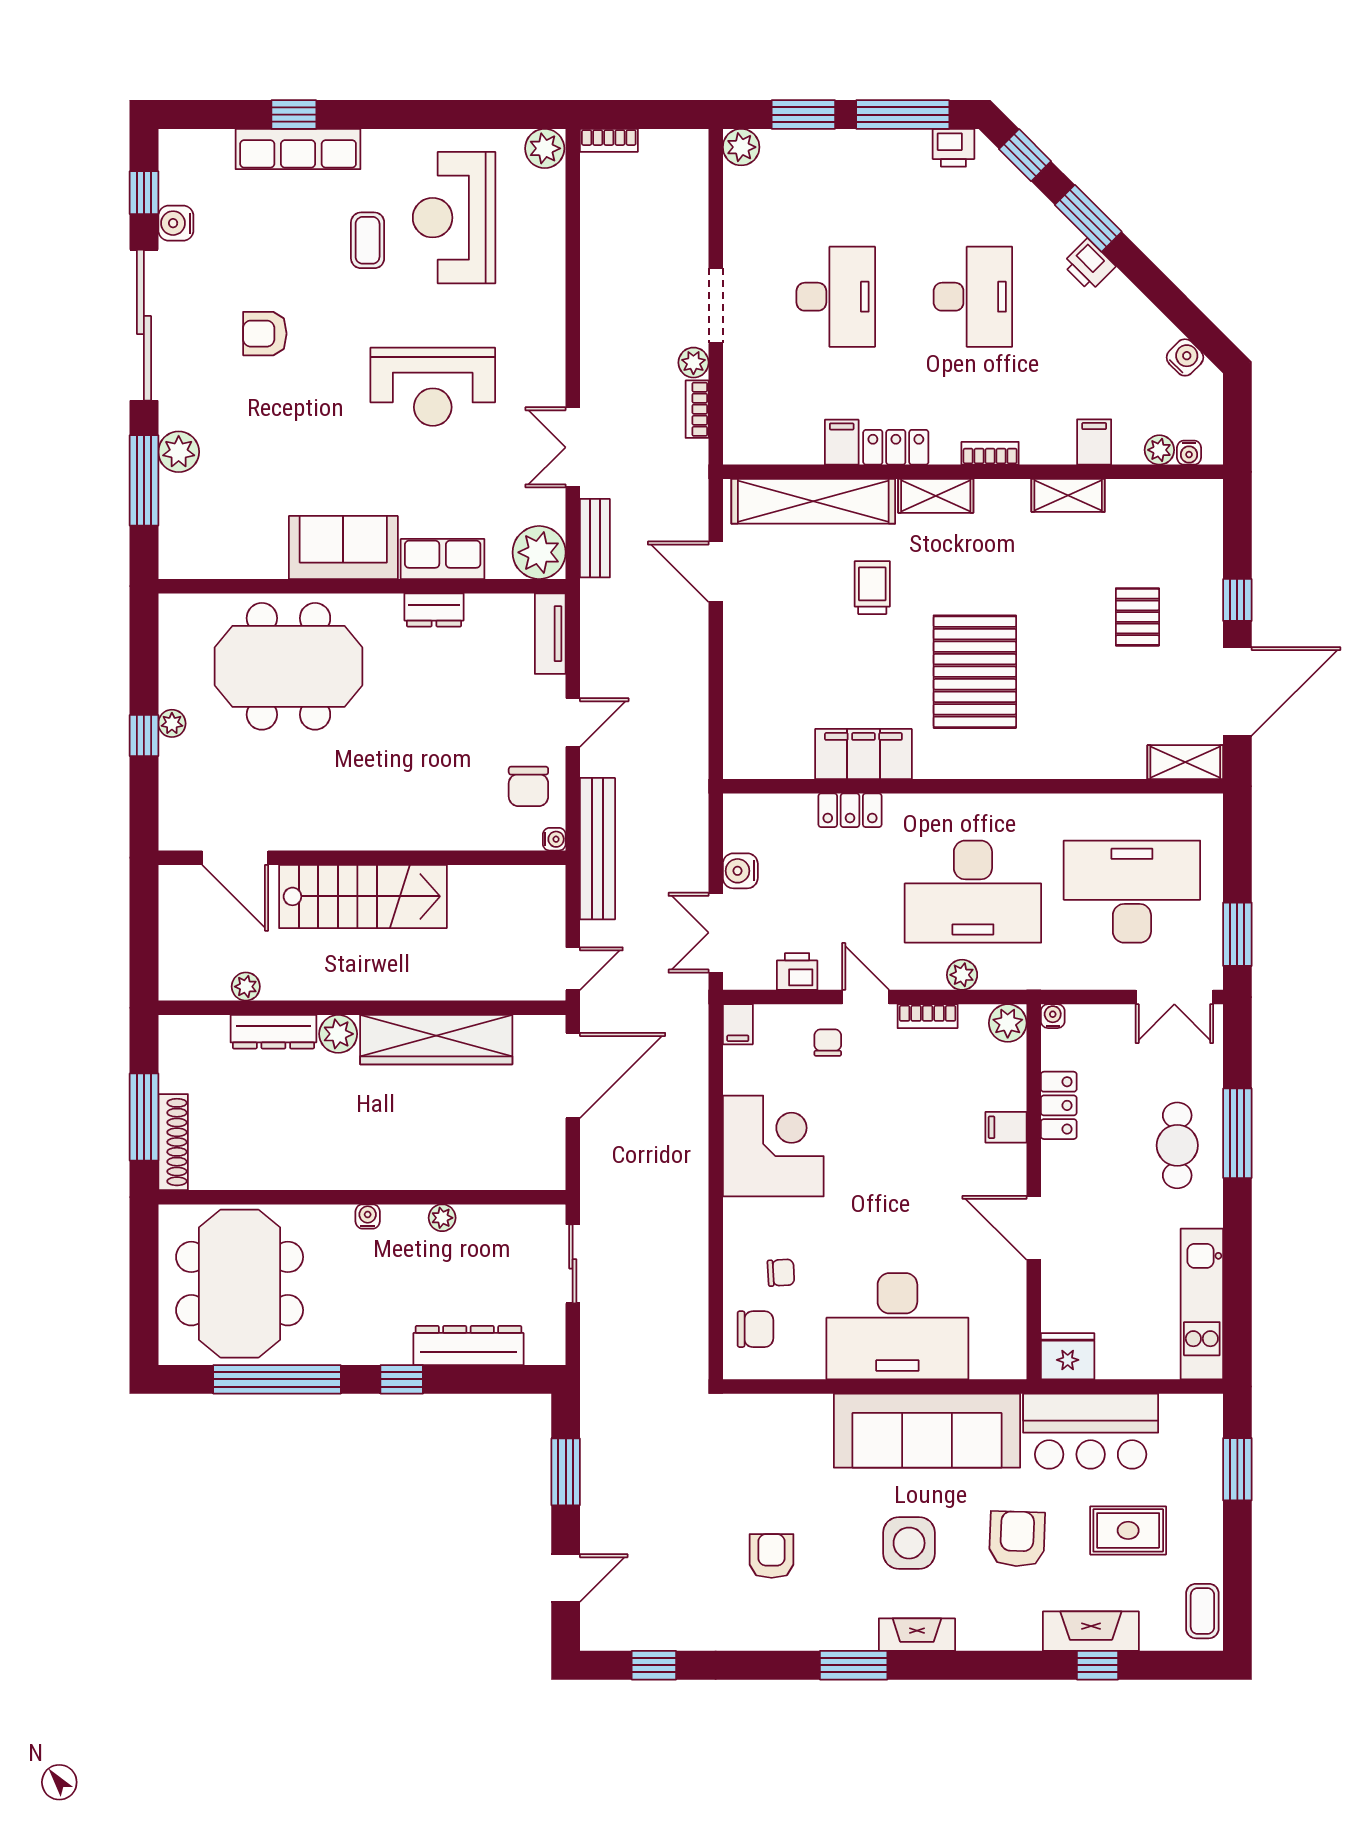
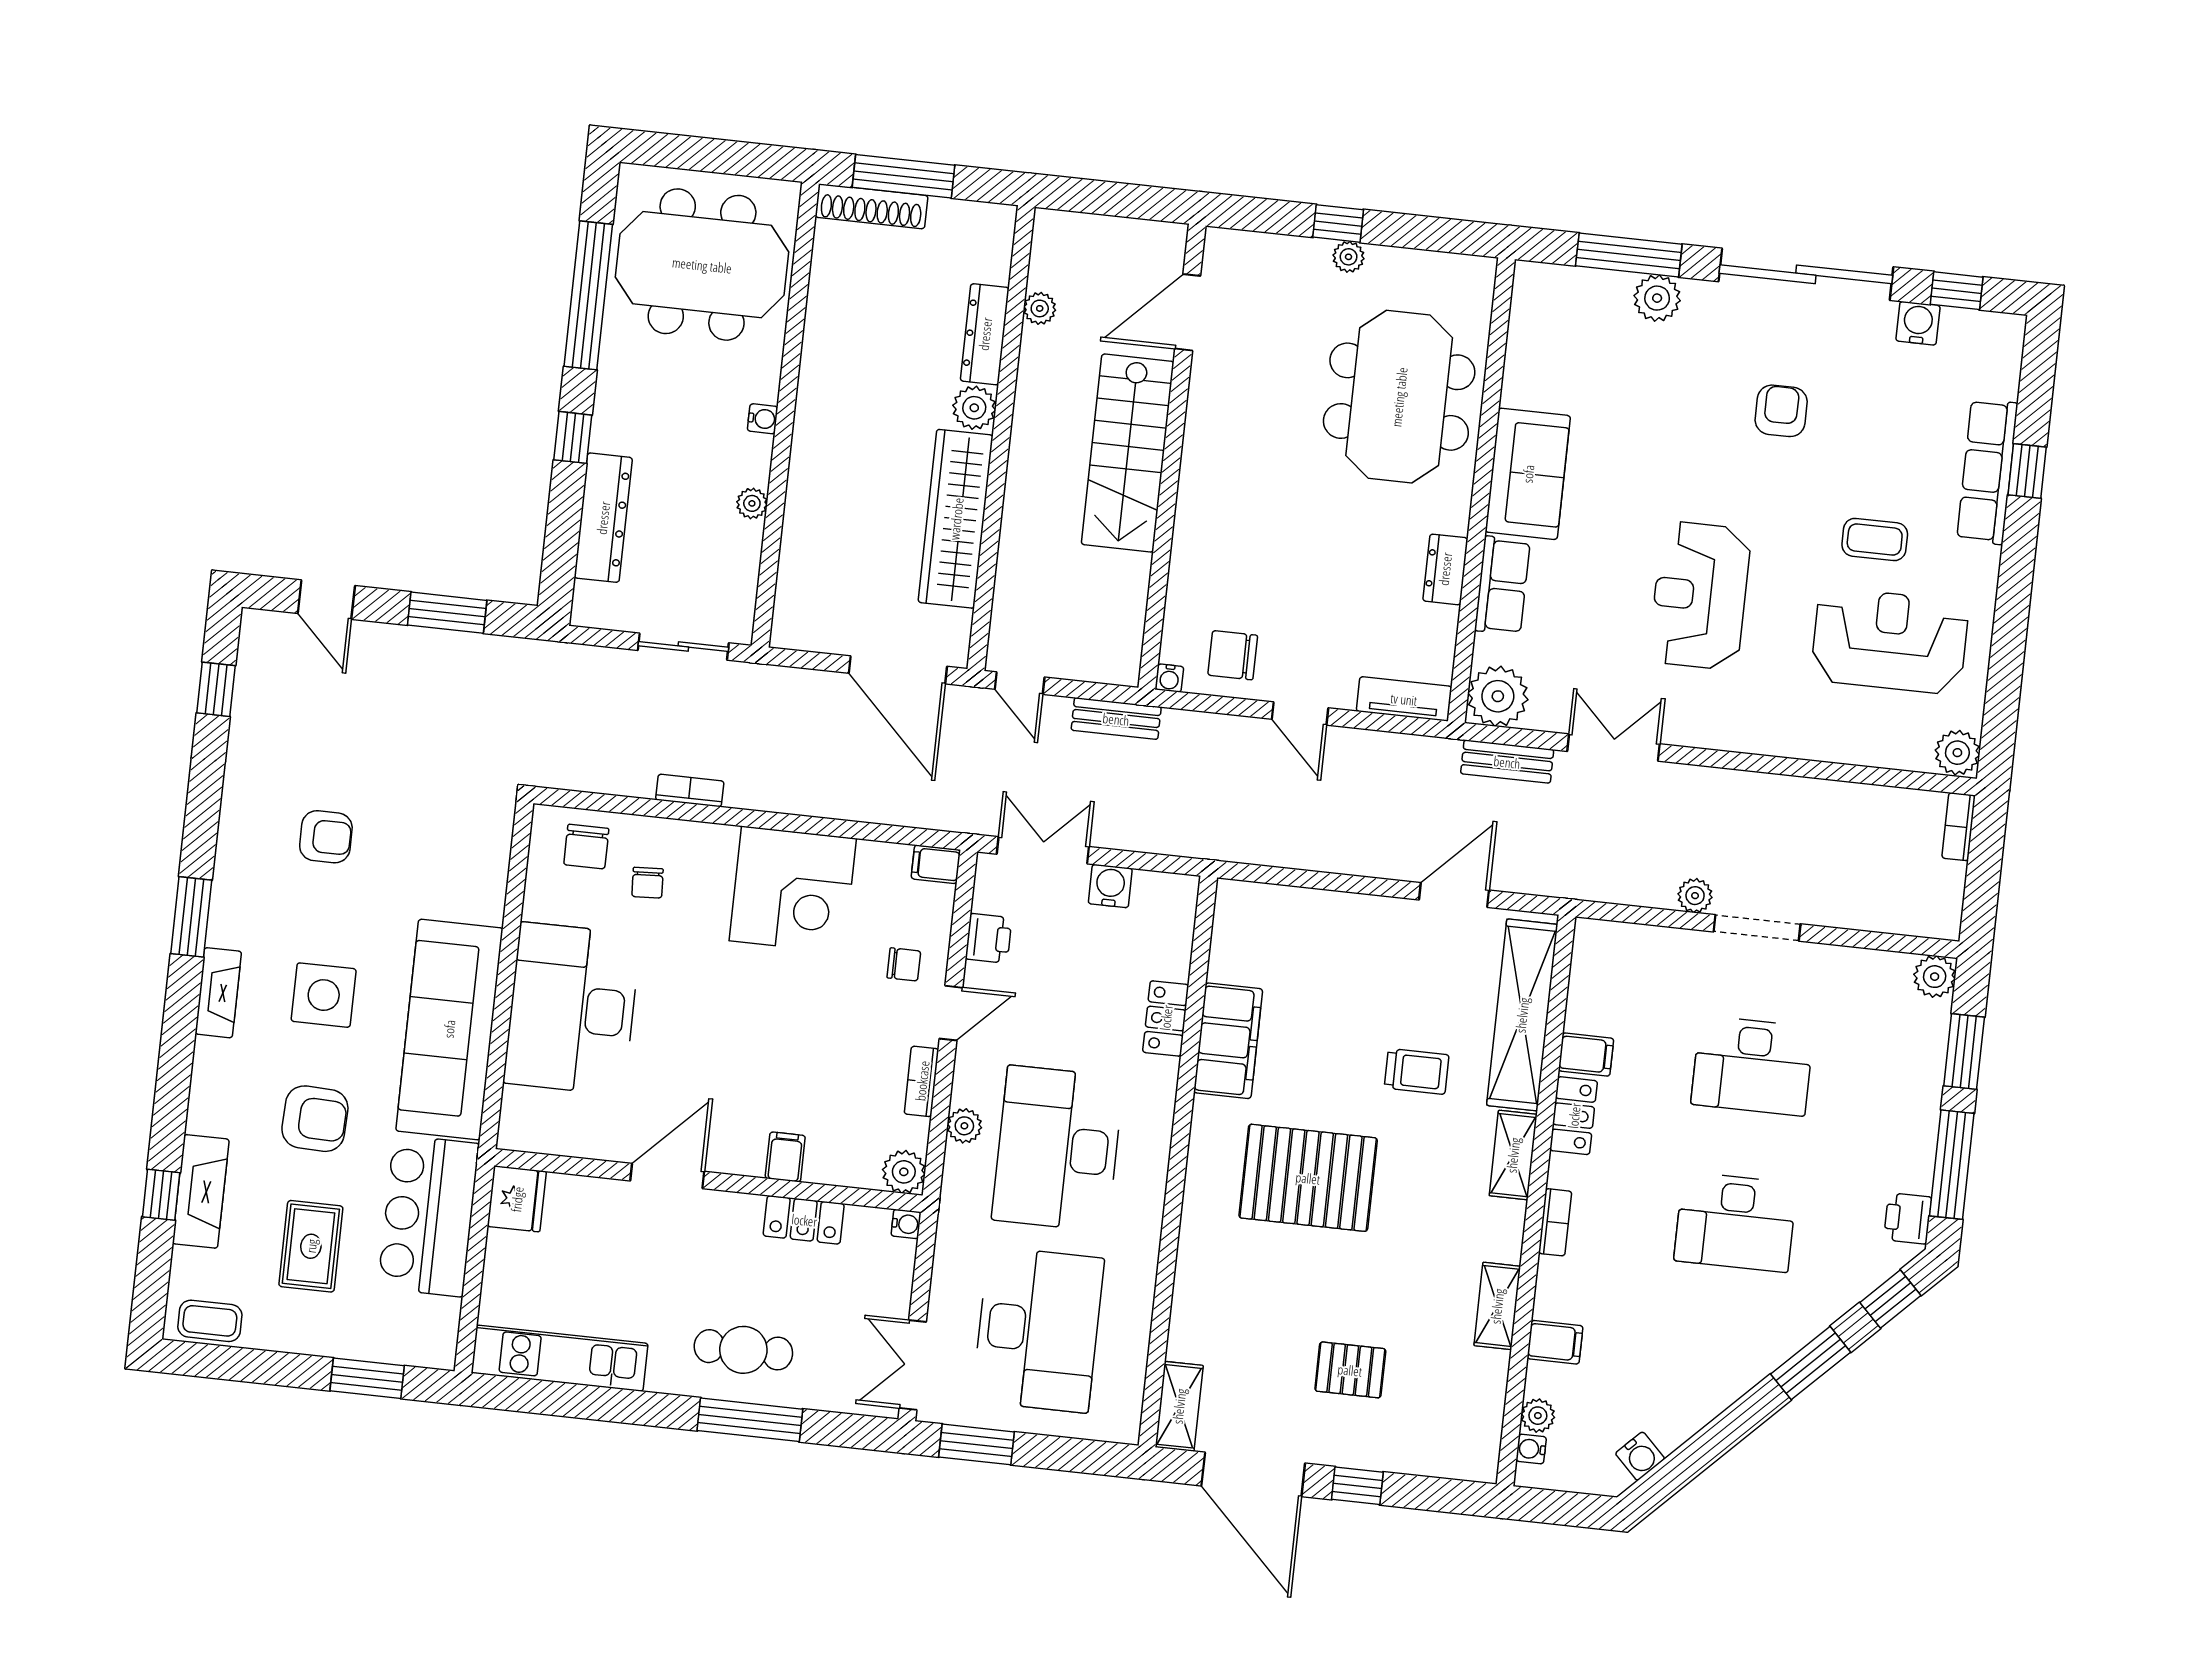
printer: (1089, 265) -> (1757, 1358), removed
bookcase: (697, 409) -> (690, 790), moved
bench: (597, 849) -> (1116, 719), width x0.54, depth x0.82

